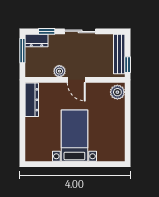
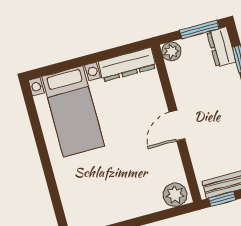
plant: (59, 71) -> (171, 51), moved
bed with nightstands: (74, 136) -> (73, 111), moved, turned 90

